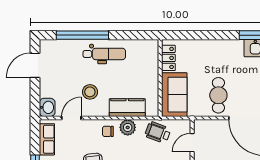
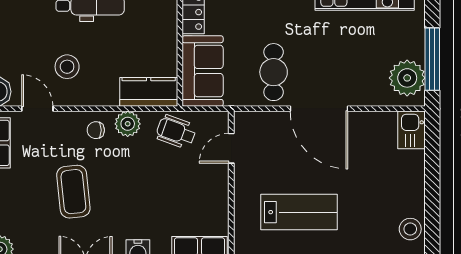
kitchen counter: (127, 108) -> (149, 92), moved
door: (71, 118) -> (37, 109), hinge flipped

